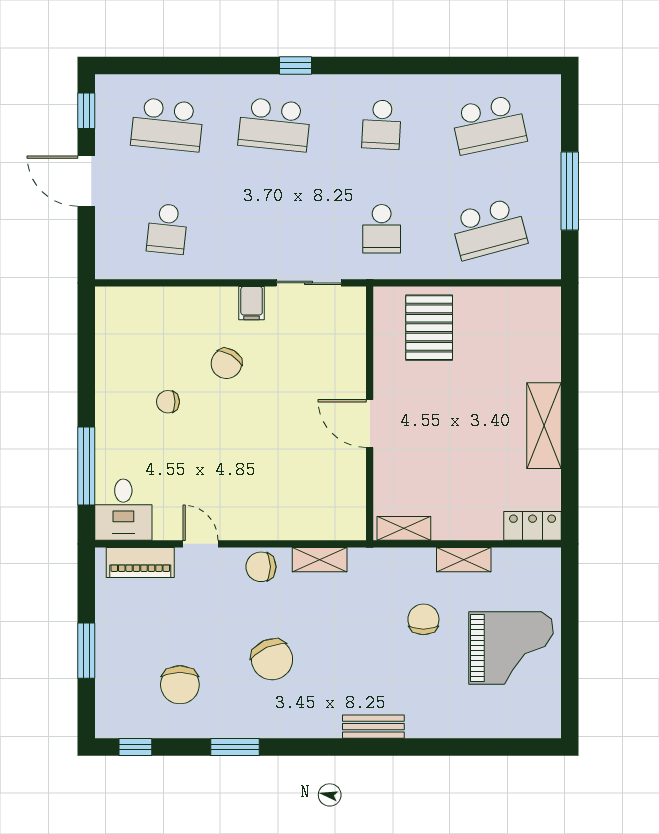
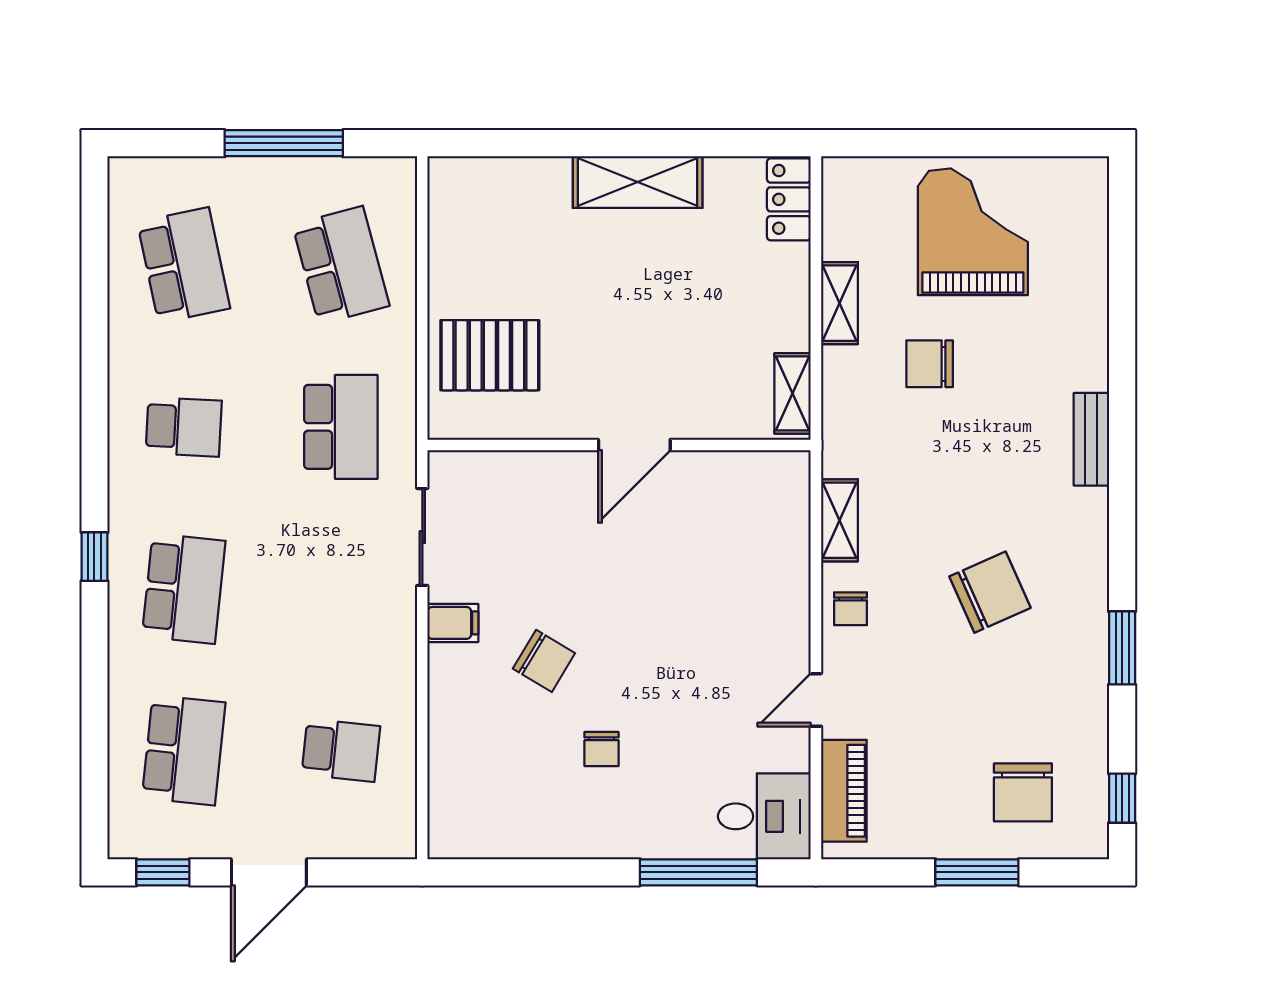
school desk: (382, 229) -> (341, 427), width x1.85
chair: (261, 567) -> (850, 609), width x0.73, depth x0.73
chair: (180, 685) -> (1023, 792), moved, turned 90

